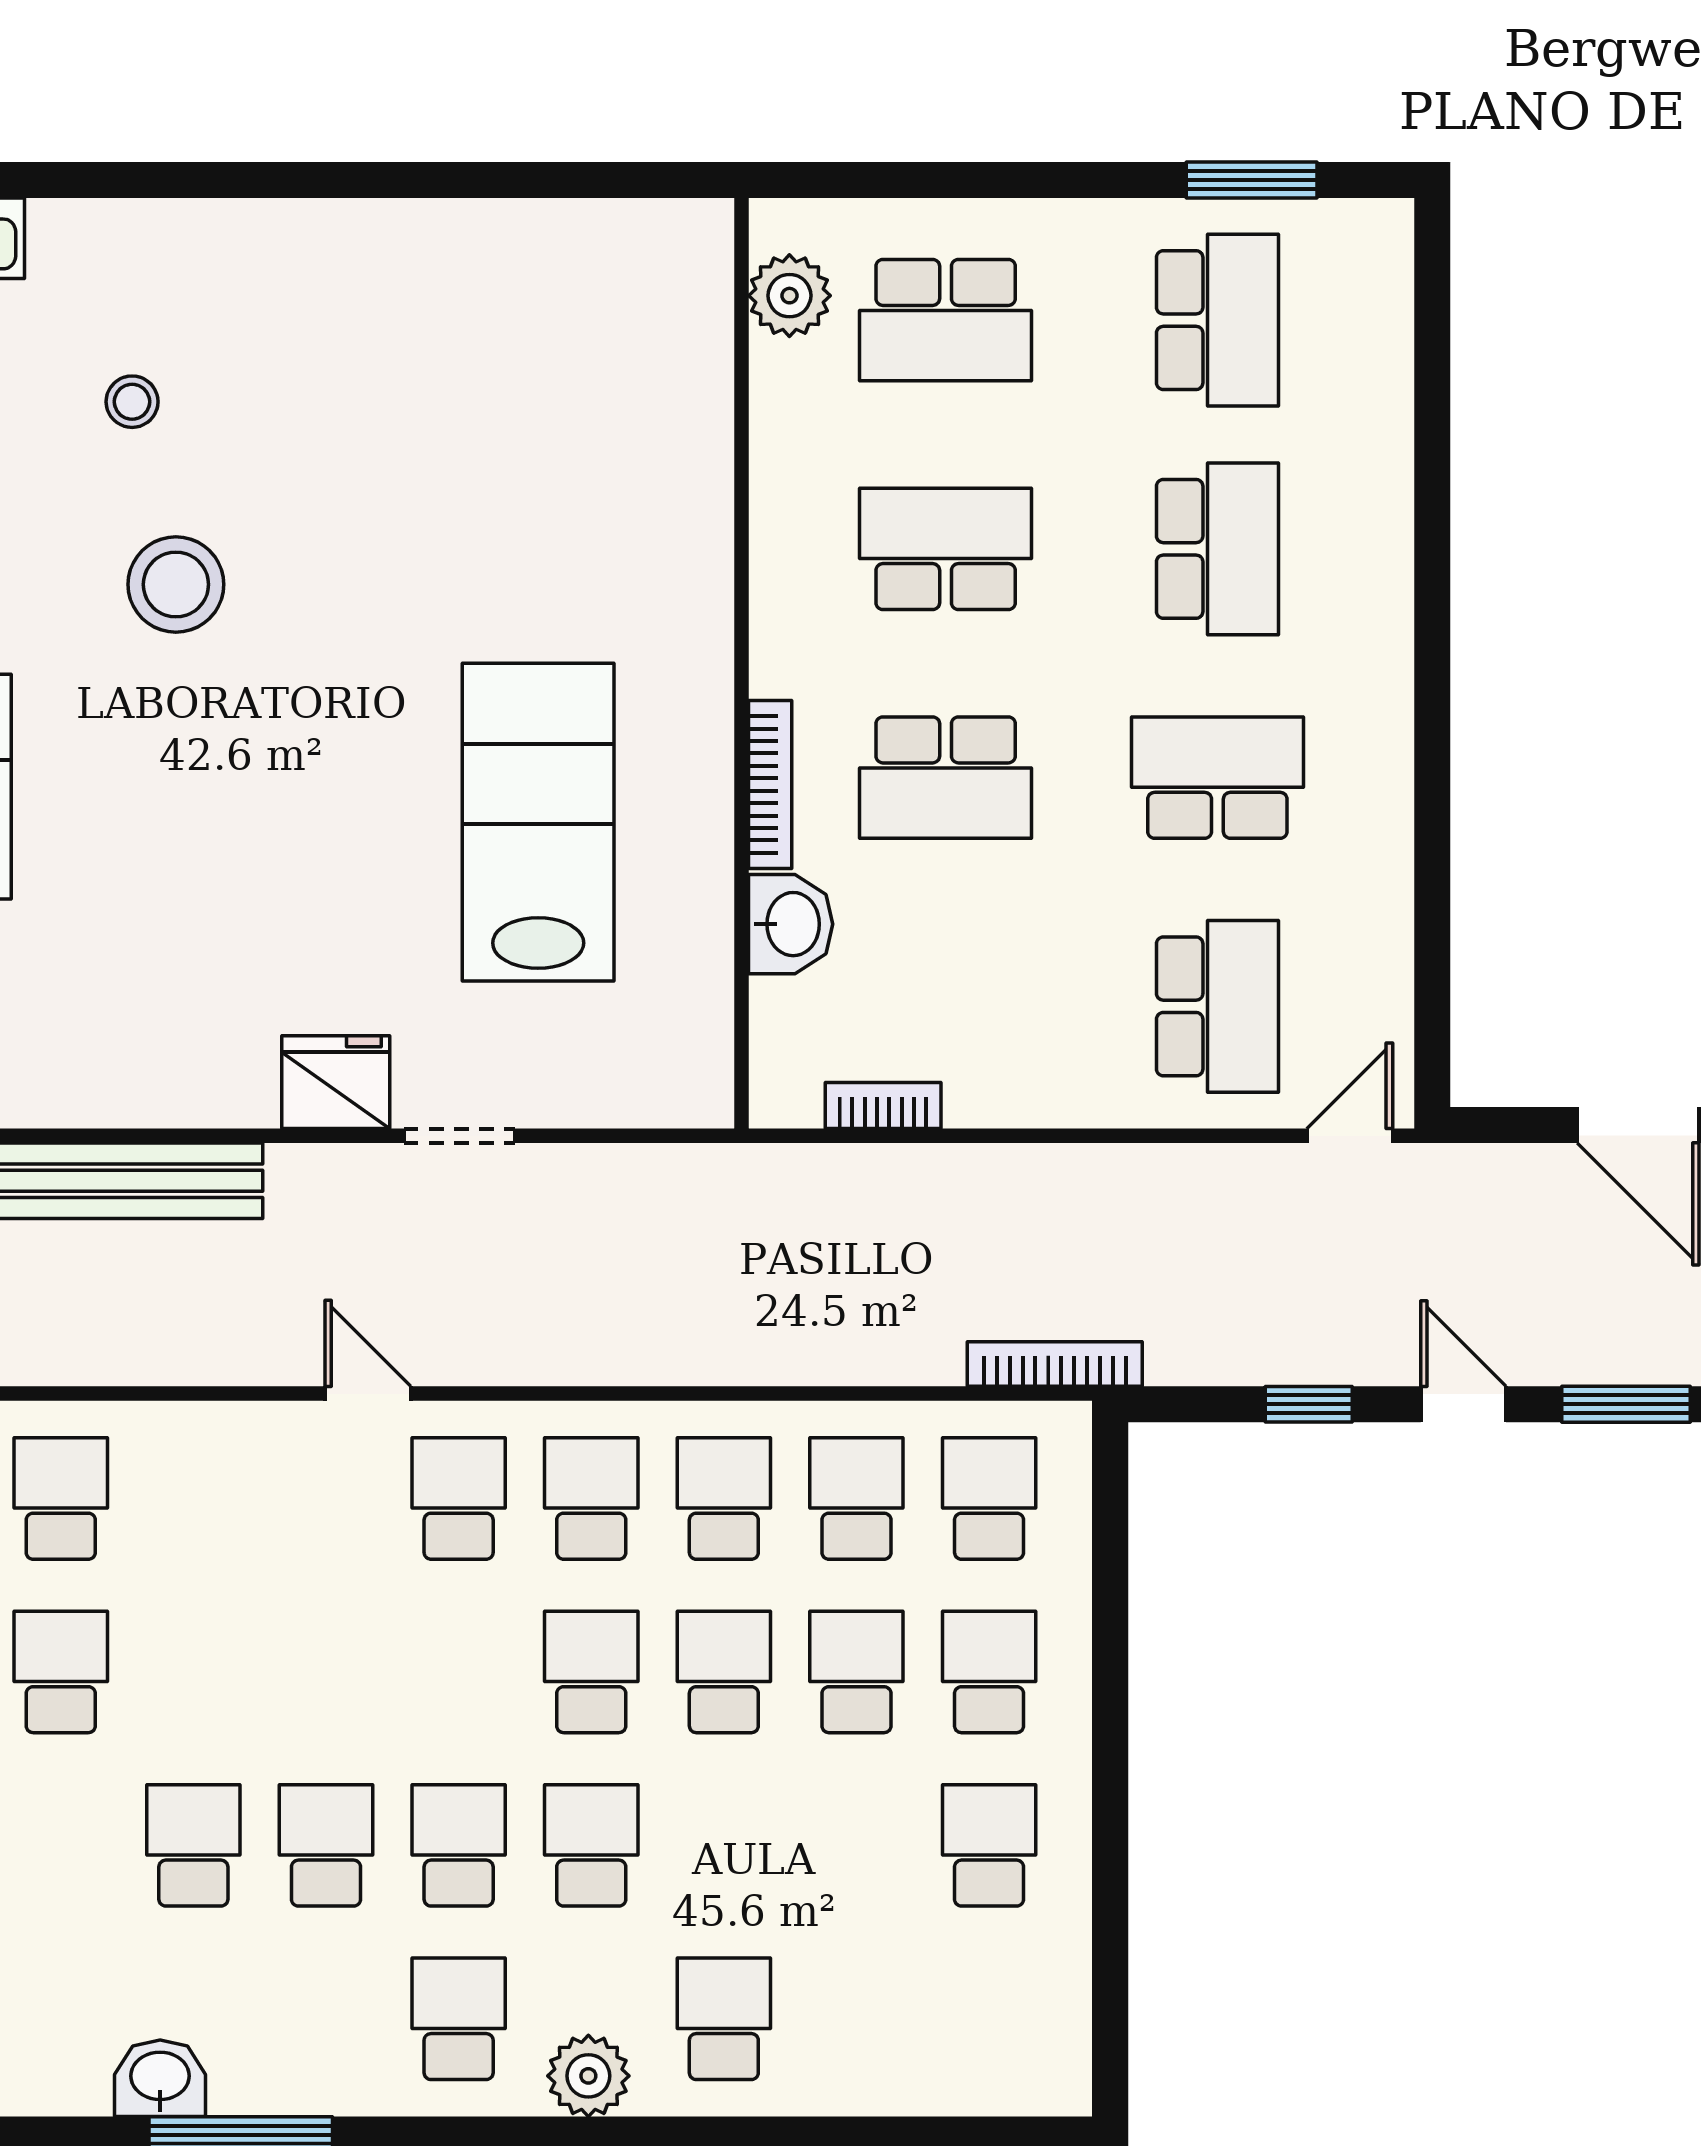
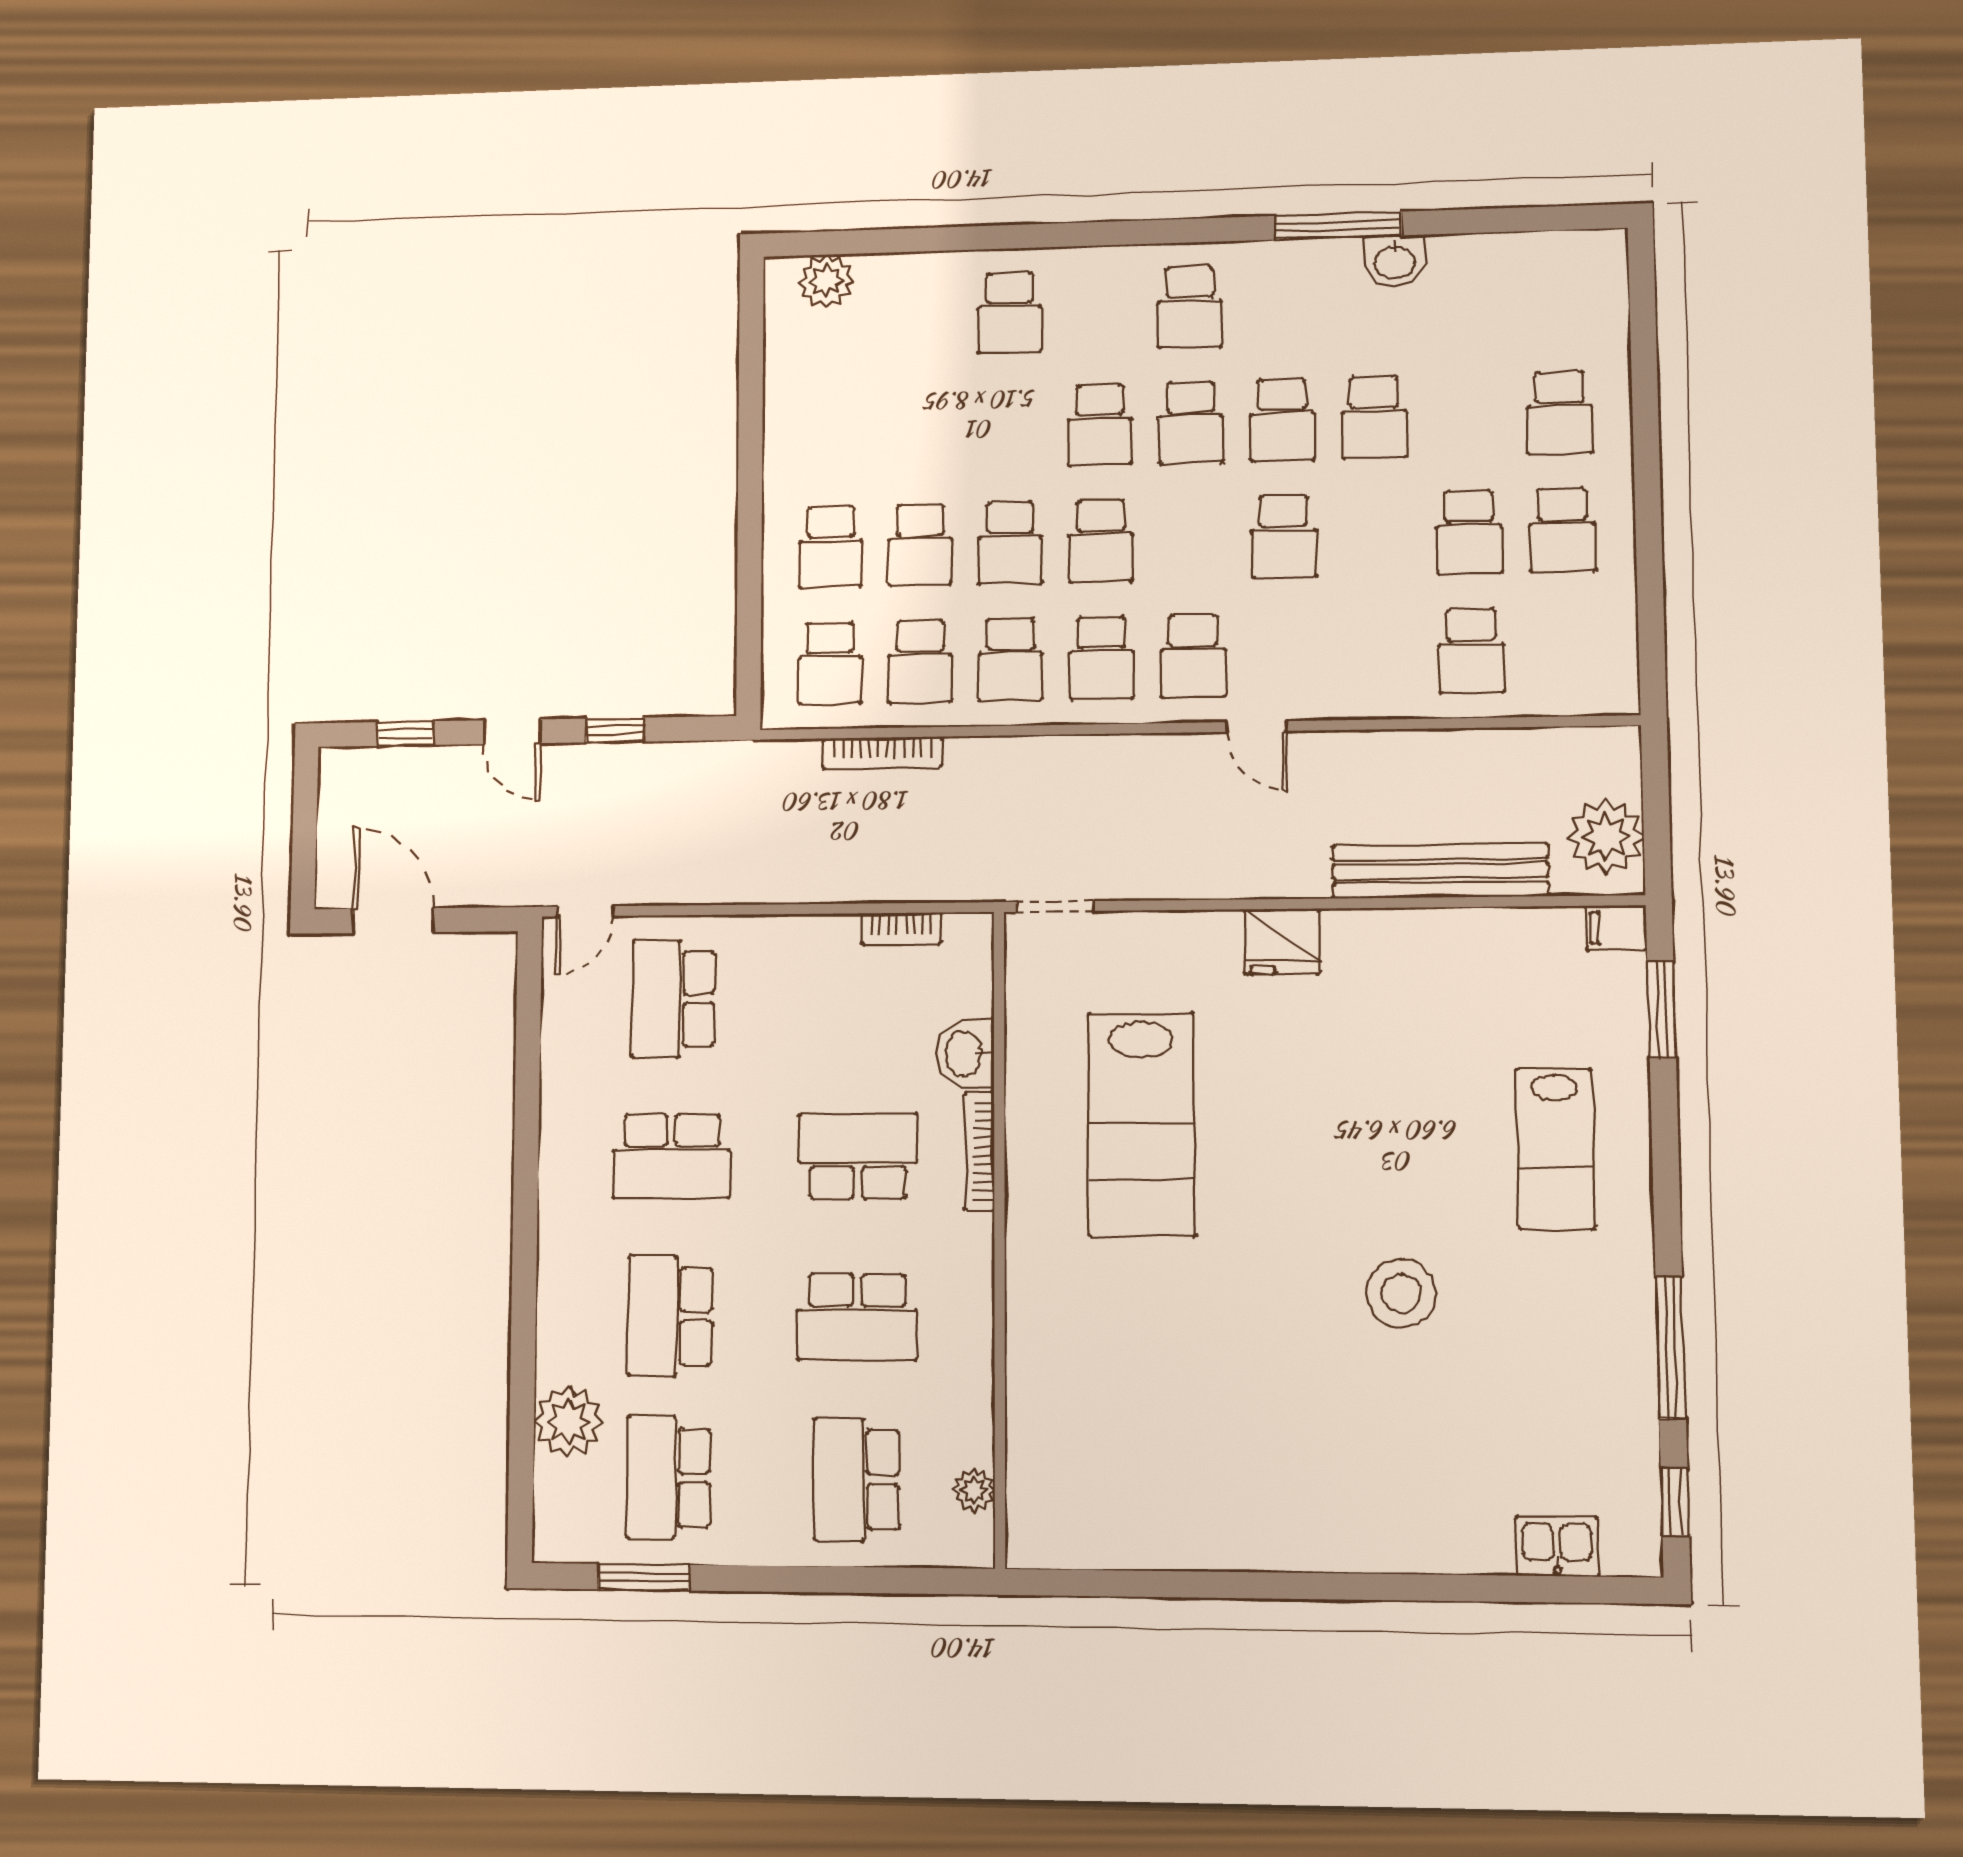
plant: (789, 296) -> (974, 1490), width x0.73, depth x0.73
school desk: (946, 320) -> (857, 1479), turned -90
plant: (1364, 398) -> (568, 1422), added
stool: (132, 402) -> (1435, 1426), removed
doorway: (459, 1136) -> (1055, 906), moved
bookcase: (1055, 1364) -> (882, 753), moved
window: (1626, 1404) -> (405, 734), width x0.67
school desk: (989, 1845) -> (1284, 536), moved
plant: (588, 2076) -> (826, 281), moved

